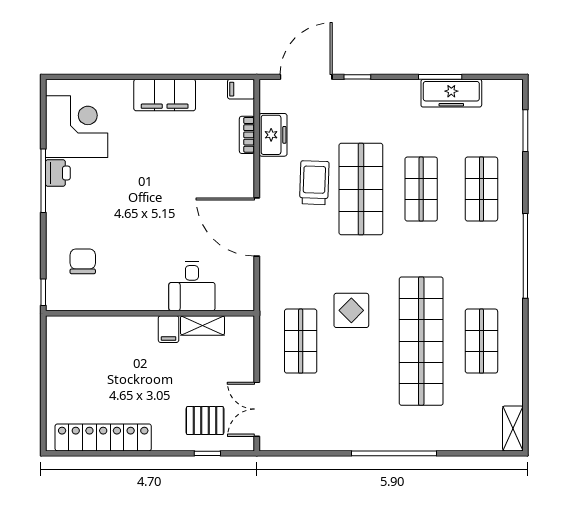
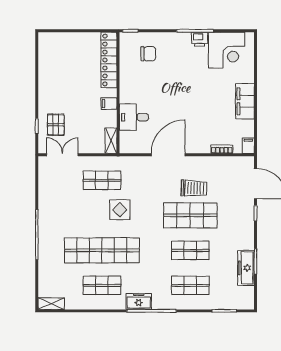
freezer: (273, 135) -> (139, 301), moved, turned 180
shelving: (203, 325) -> (111, 141), moved
locker: (103, 437) -> (109, 60), moved, turned 180

